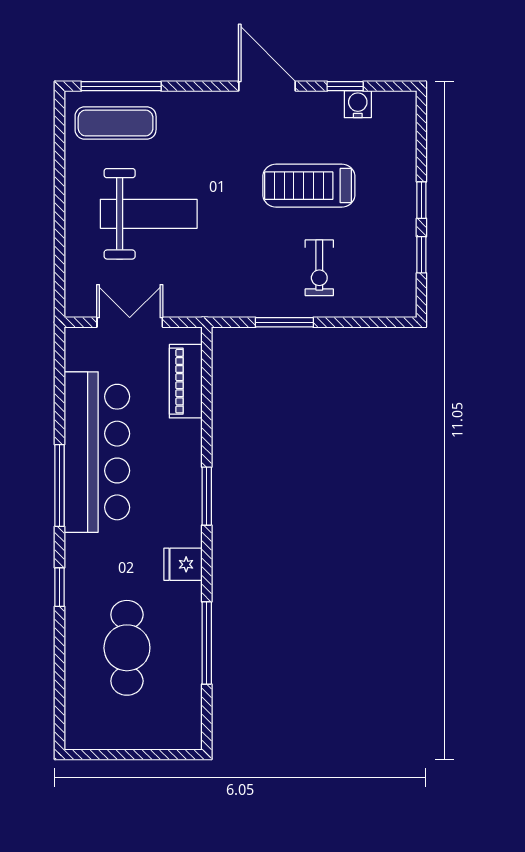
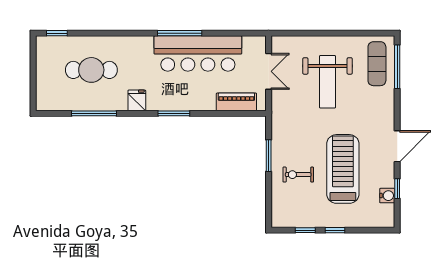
treadmill: (309, 186) -> (343, 169), width x1.37, depth x1.38
window: (60, 587) -> (57, 33), moved

